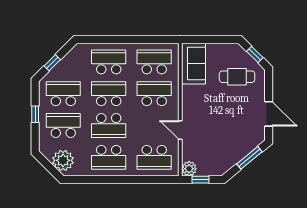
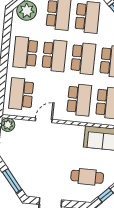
cafe table: (237, 77) -> (87, 177), turned 90
school desk: (109, 126) -> (54, 55), turned 180

